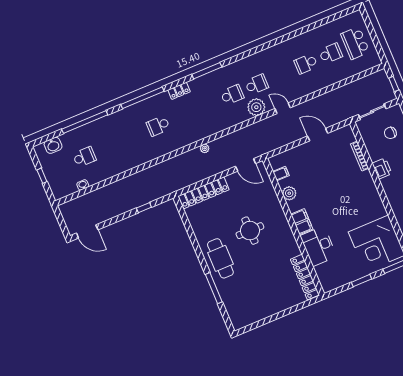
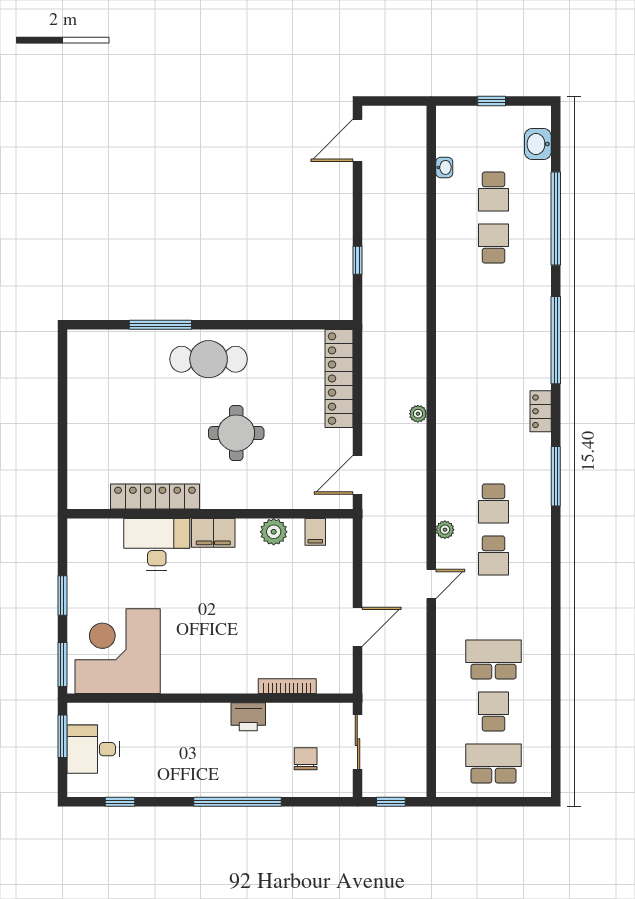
school desk: (331, 53) -> (493, 711), turned 180
school desk: (306, 64) -> (493, 659), width x1.85
plant: (256, 107) -> (445, 530), width x0.53, depth x0.53
school desk: (158, 126) -> (493, 243), moved
locker: (305, 277) -> (155, 497), moved

